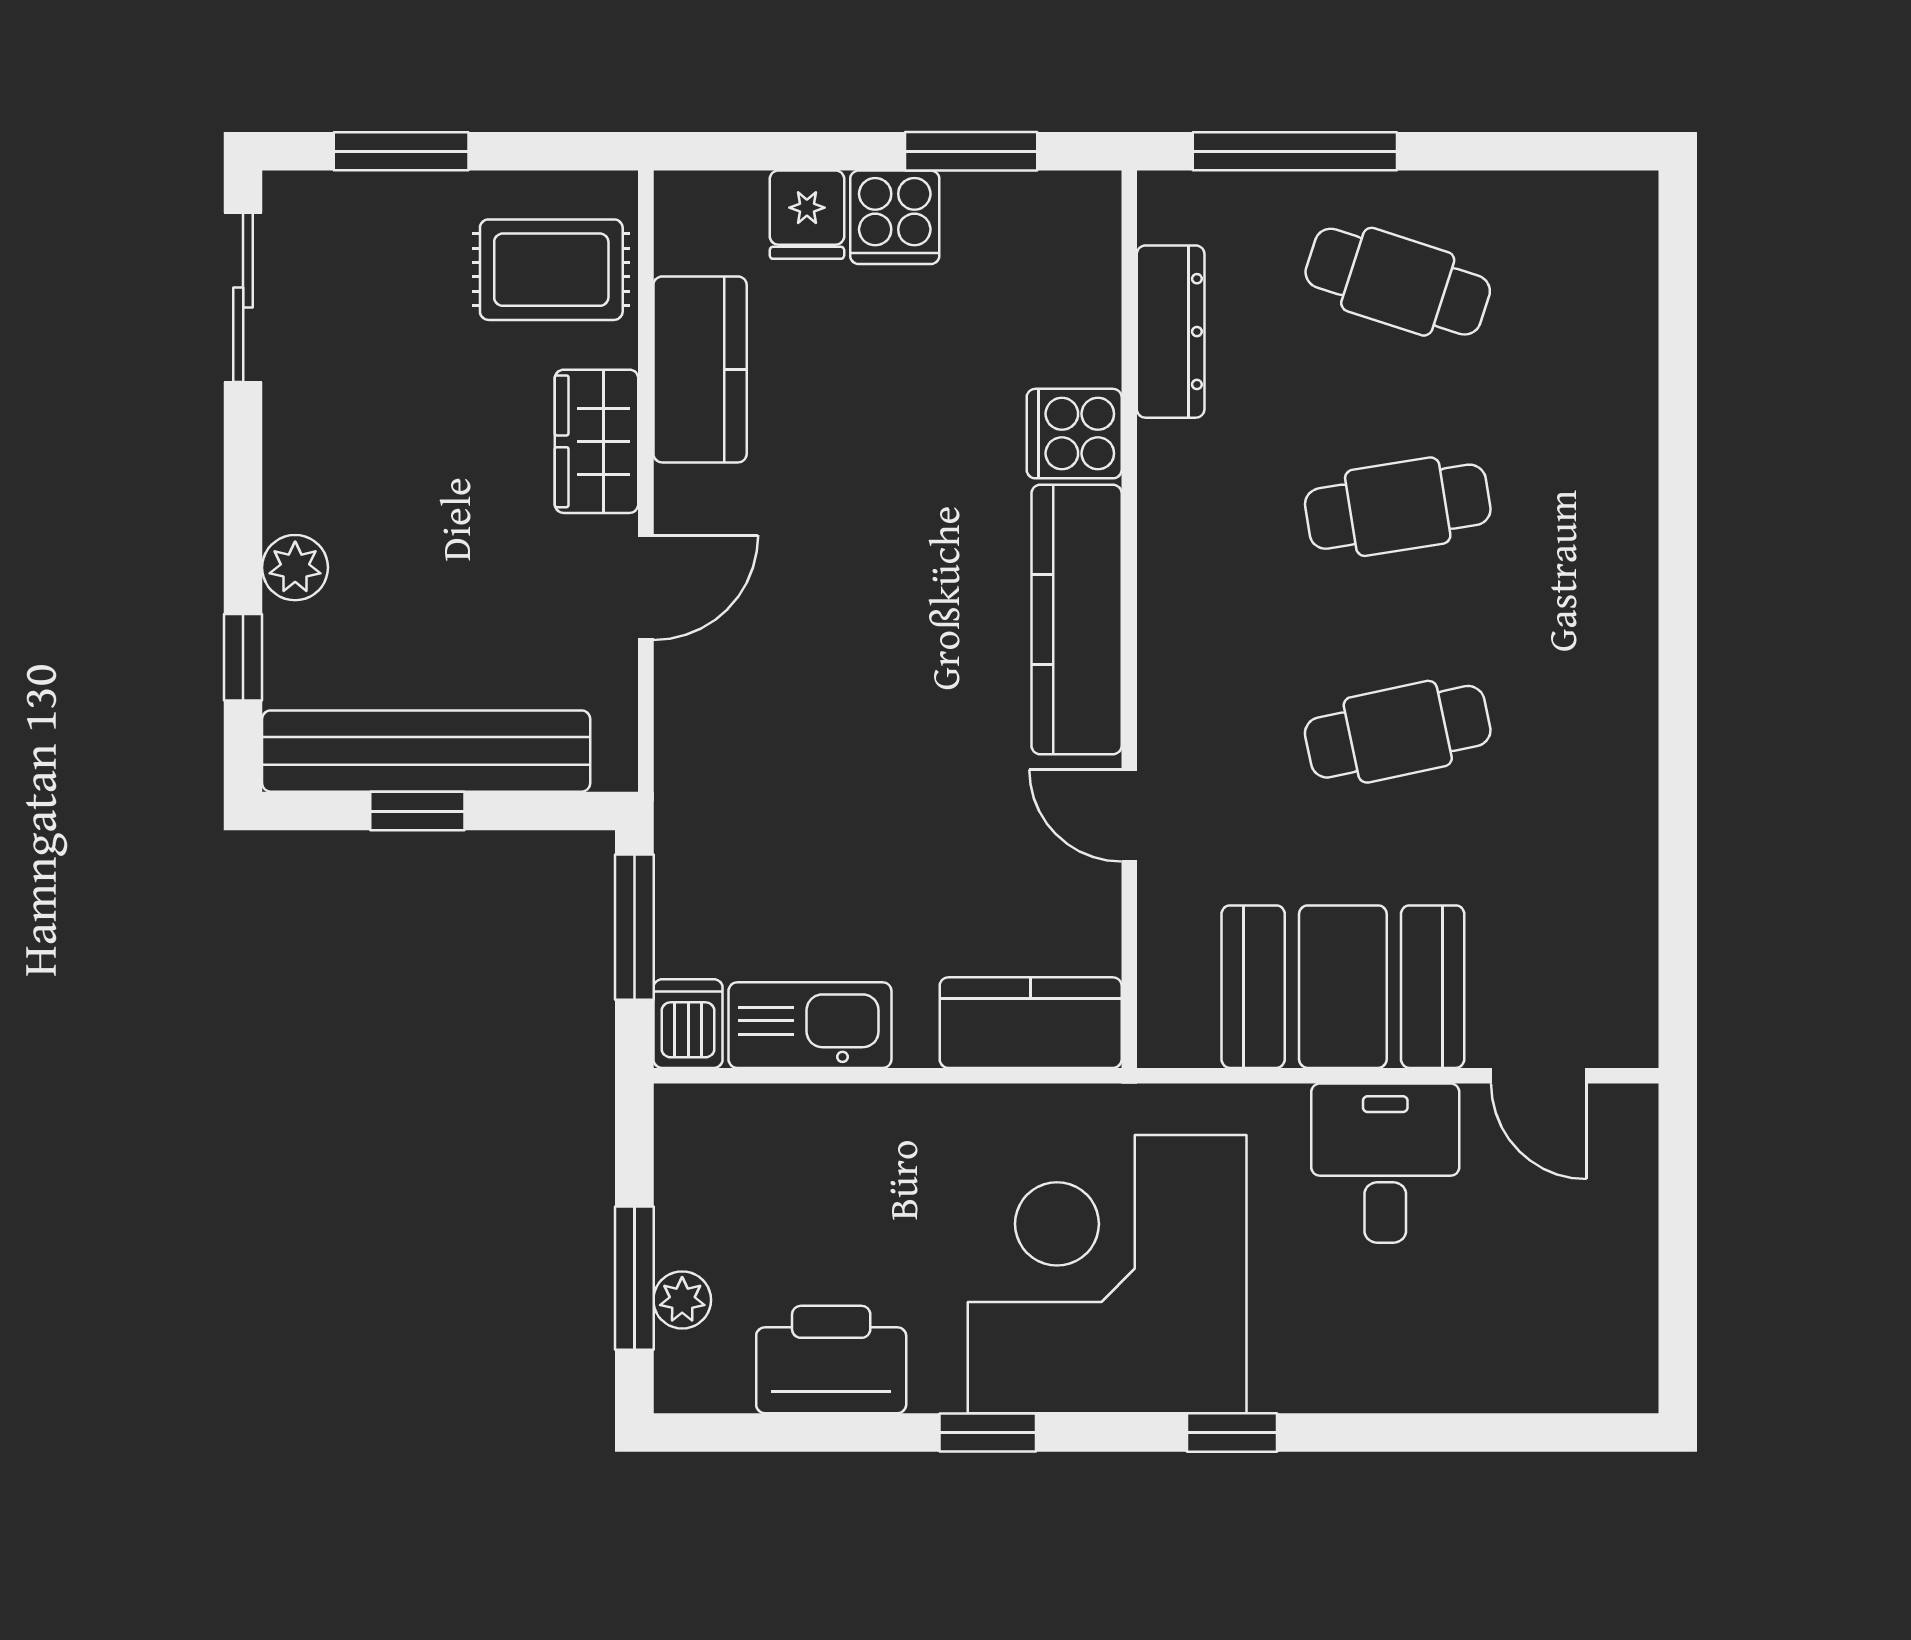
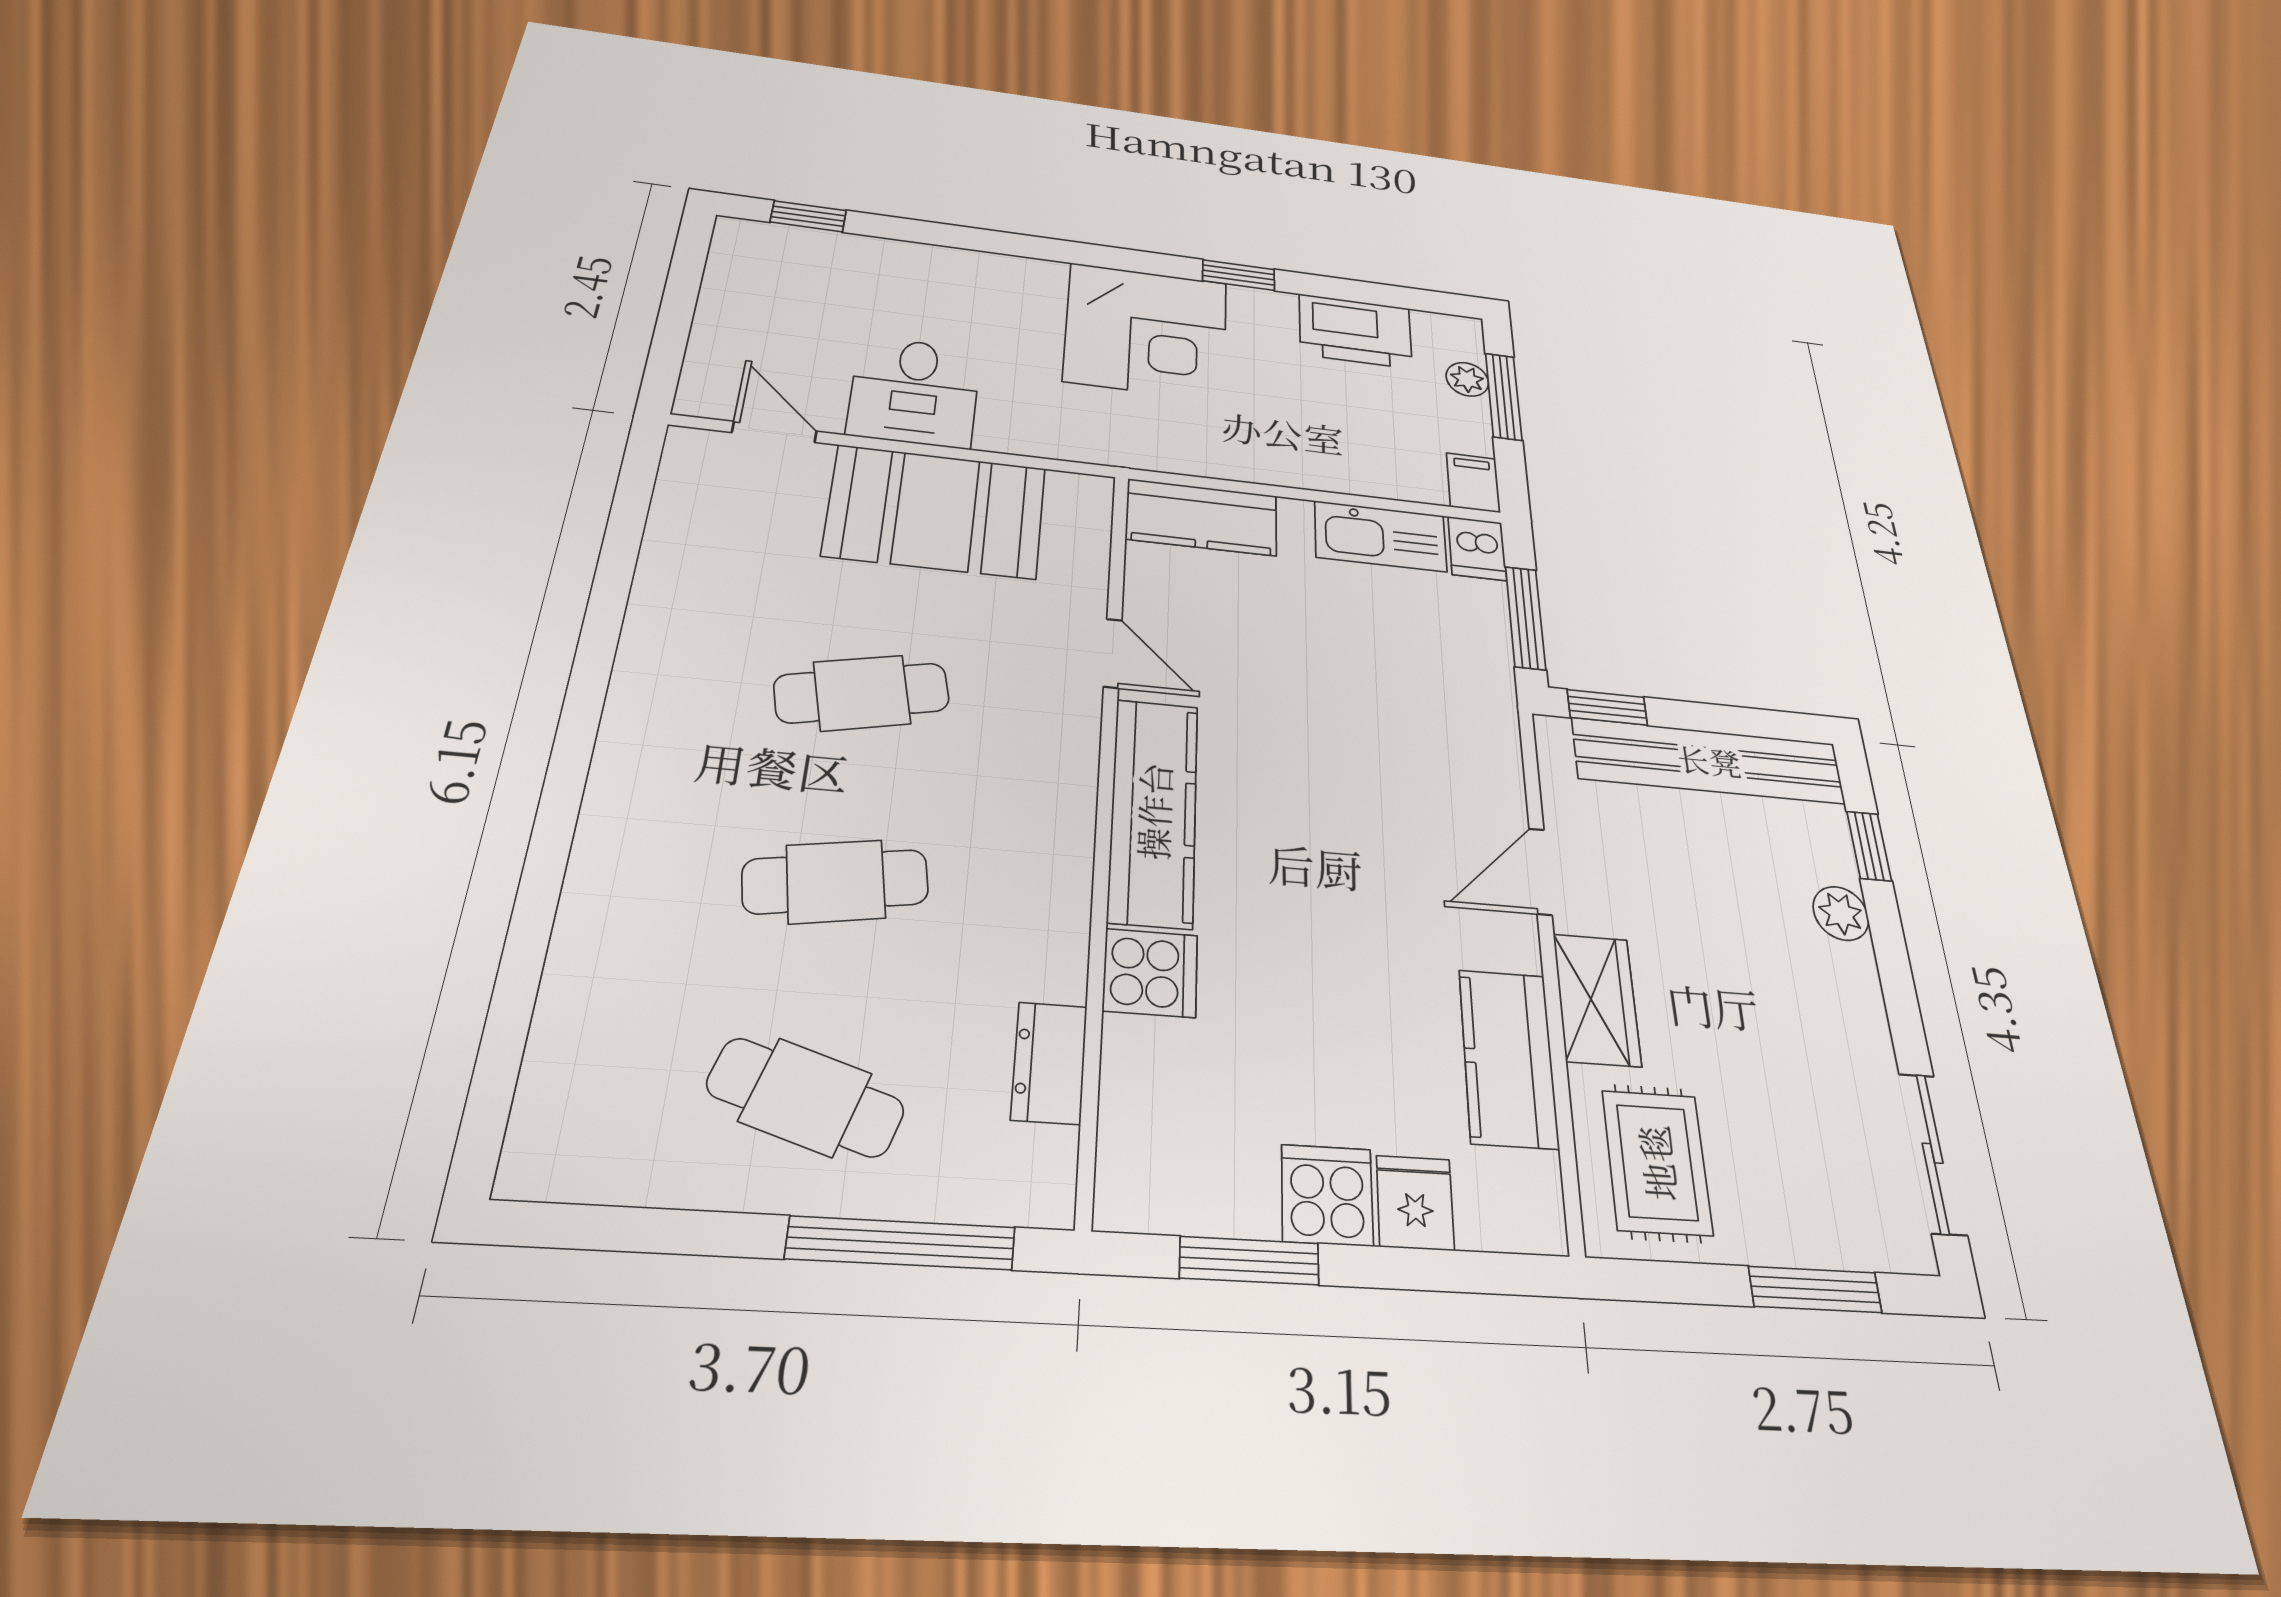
rug: (551, 270) -> (1657, 1162), turned 90
dresser: (1171, 332) -> (1049, 1063), width x0.70
window: (417, 811) -> (1607, 707), moved
filing cabinet: (686, 1127) -> (1473, 483), added
corner desk: (1107, 1274) -> (1146, 331), width x0.74, depth x0.74
window: (1232, 1432) -> (808, 216), moved

